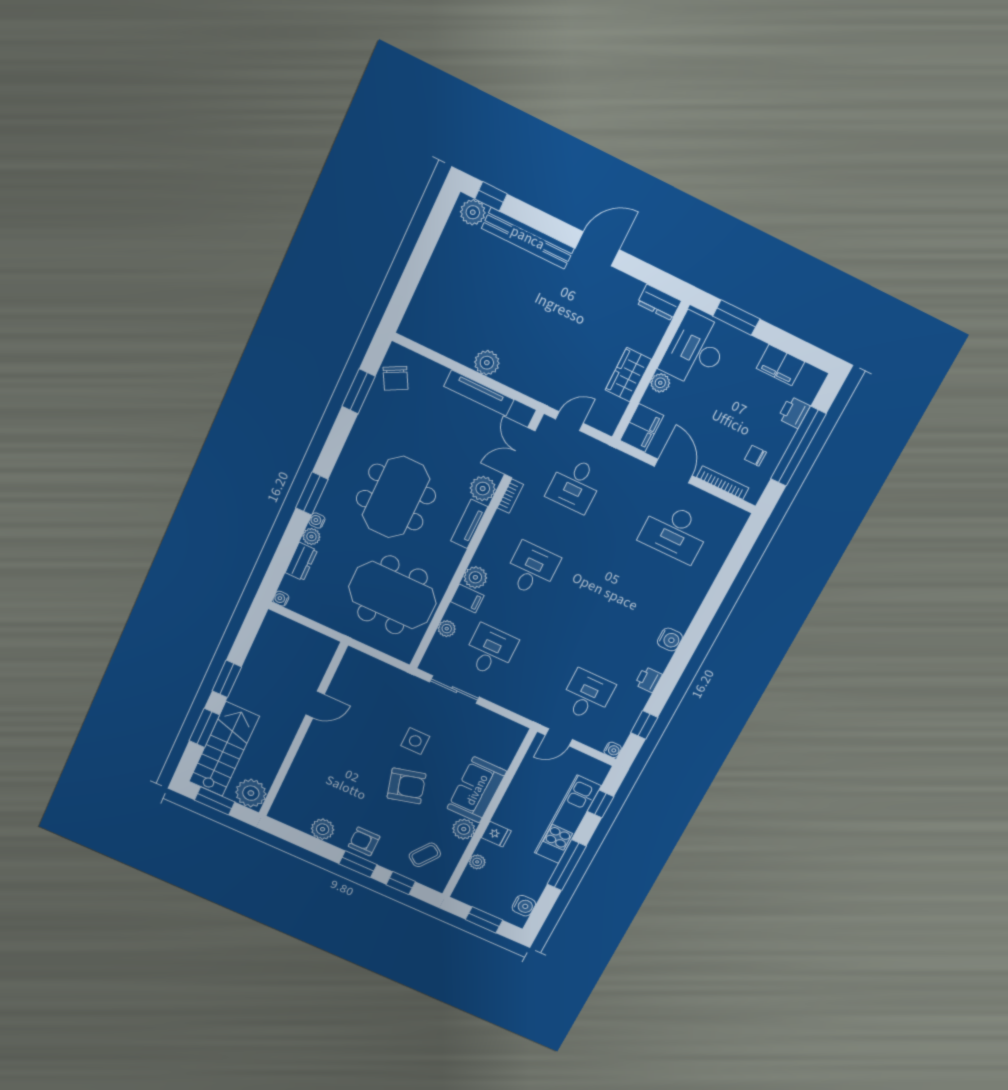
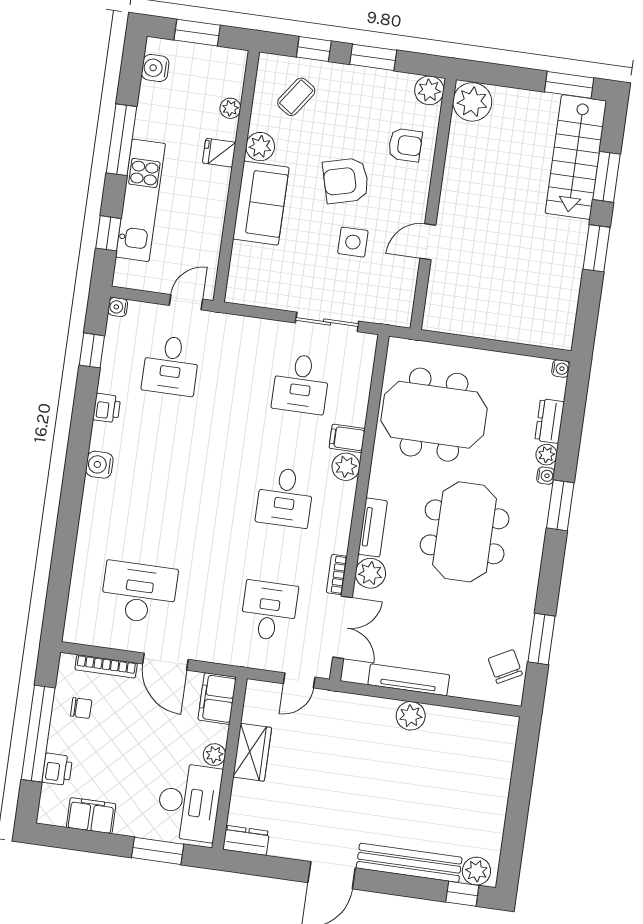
plant: (447, 629) -> (359, 394), removed
door: (315, 705) -> (428, 242), moved
wall: (303, 730) -> (433, 204), moved
plant: (251, 793) -> (472, 102), moved
armchair: (364, 841) -> (405, 145), moved

